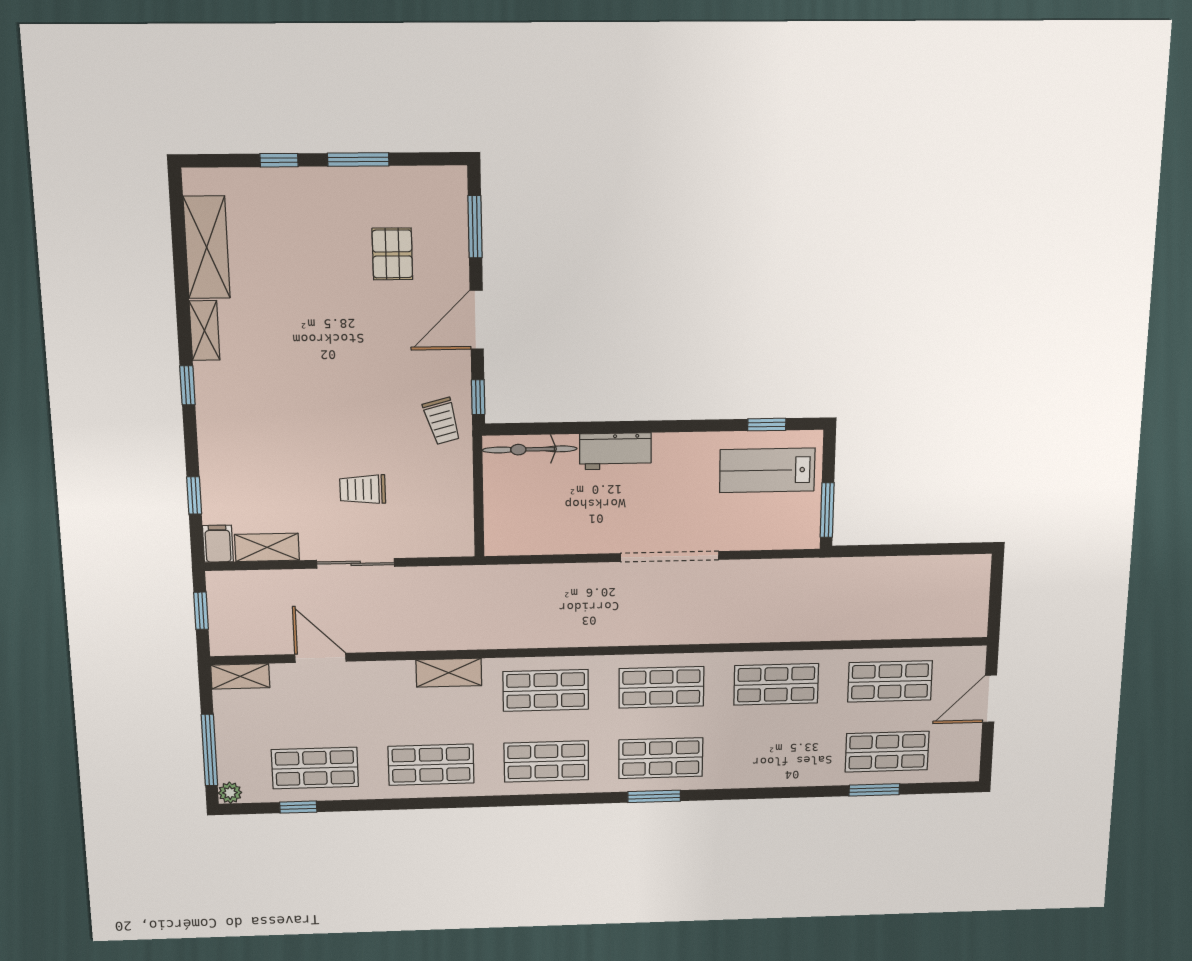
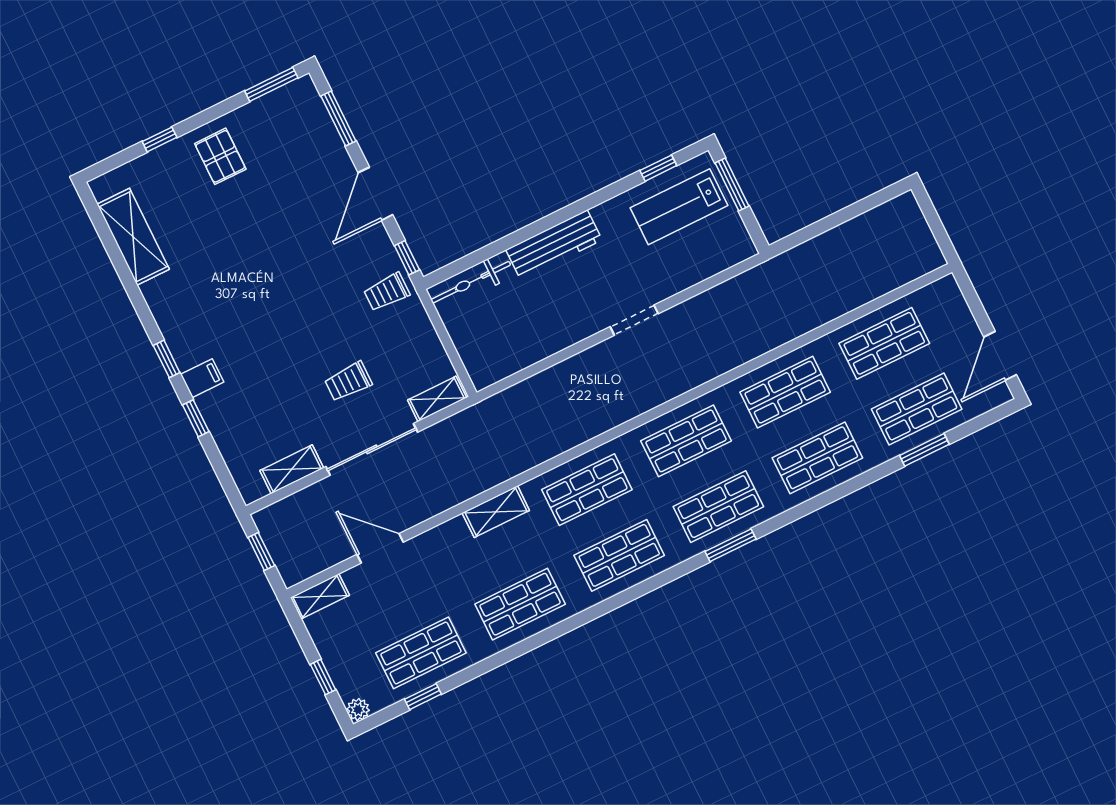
window: (358, 160) -> (271, 84), moved
pallet: (392, 254) -> (220, 156), moved
shelving: (205, 331) -> (437, 399), moved, turned 90
trolley: (442, 421) -> (387, 292), turned 105
workbench: (615, 451) -> (554, 245), width x1.38
window: (194, 495) -> (196, 418), moved
window: (827, 510) -> (732, 185), moved
filing cabinet: (218, 544) -> (202, 378), moved, turned 90
doorway: (670, 556) -> (634, 320), width x0.53
sliding door: (356, 563) -> (372, 449), width x1.37
door: (990, 699) -> (1000, 356), moved
window: (209, 750) -> (323, 677), width x0.46
shop shelf: (774, 755) -> (817, 458), added

